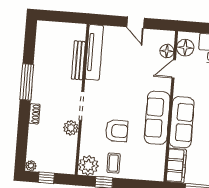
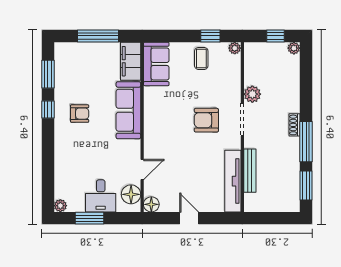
window: (30, 43) -> (306, 185), added
floor lamp: (167, 51) -> (151, 204), moved
shoe rack: (34, 114) -> (294, 125), moved
sofa: (157, 118) -> (156, 64), moved, width x0.73
armchair: (117, 131) -> (206, 120), moved
plant: (88, 165) -> (235, 48), width x0.53, depth x0.53

